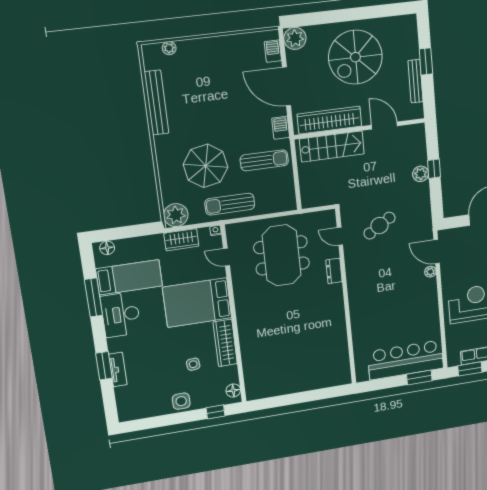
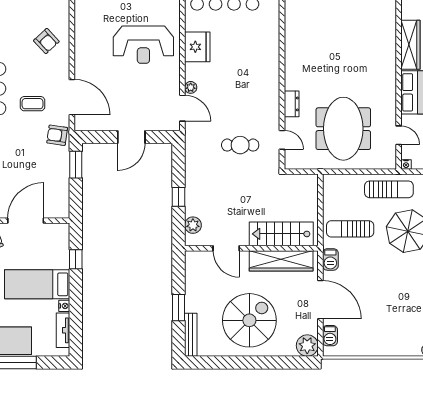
bench: (416, 81) -> (191, 335), moved
plant: (421, 174) -> (193, 225), moved
cafe table: (380, 226) -> (240, 145), turned 32
fridge: (427, 309) -> (197, 47), added

